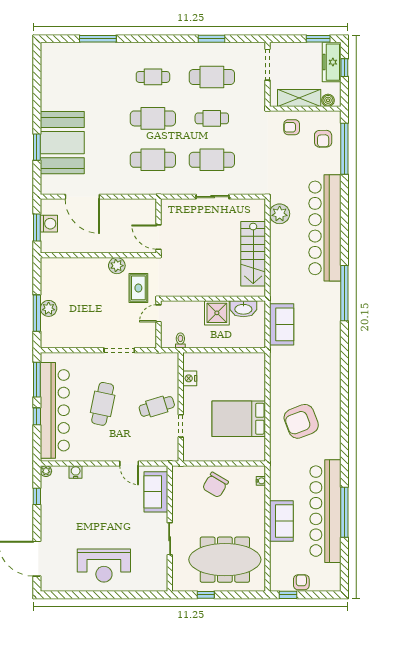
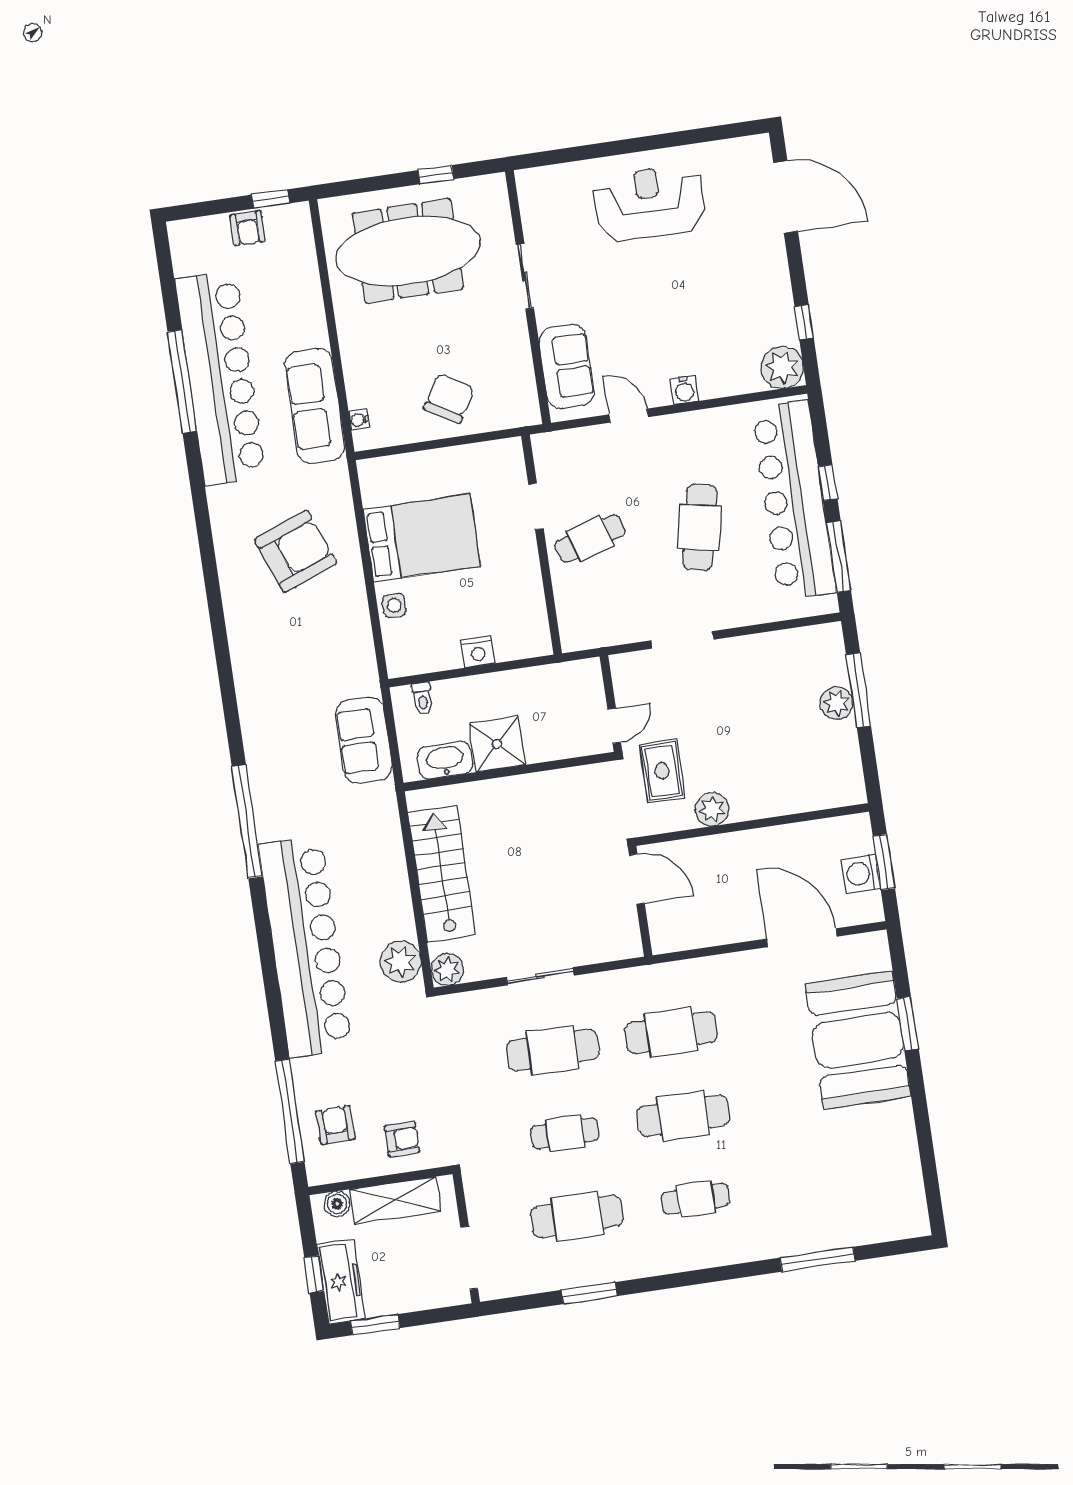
plant: (257, 207) -> (447, 969), added
toilet: (180, 341) -> (422, 698), moved
nightstand: (190, 378) -> (478, 652), moved, turned 90
side table: (257, 388) -> (394, 605), added
plant: (46, 471) -> (782, 367), width x1.88, depth x1.88
water cooler: (76, 472) -> (684, 390), moved
sofa: (281, 521) -> (315, 406), moved, width x1.36

